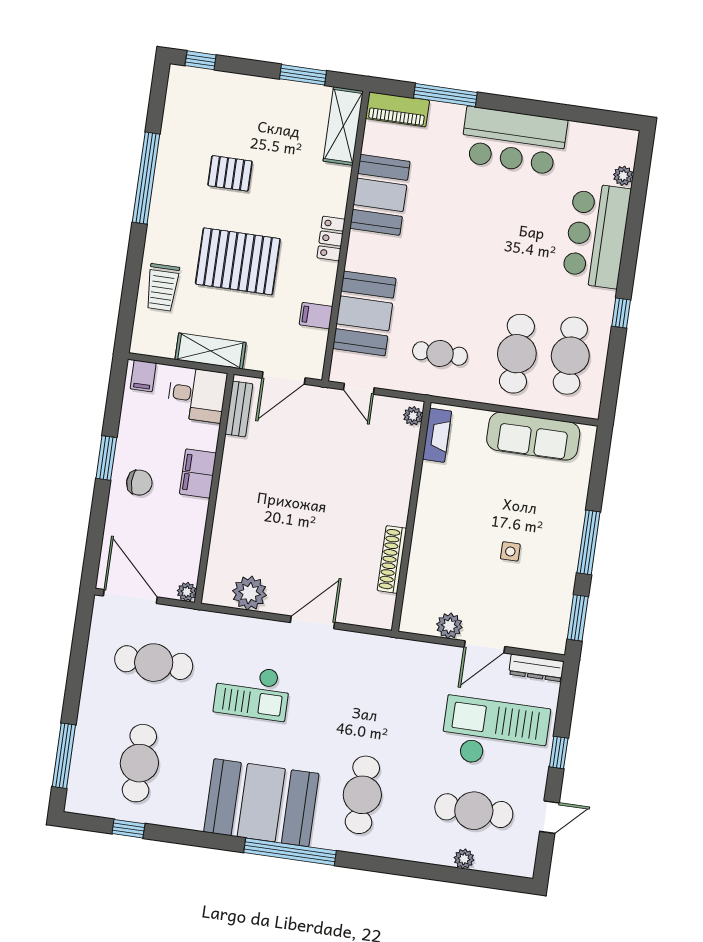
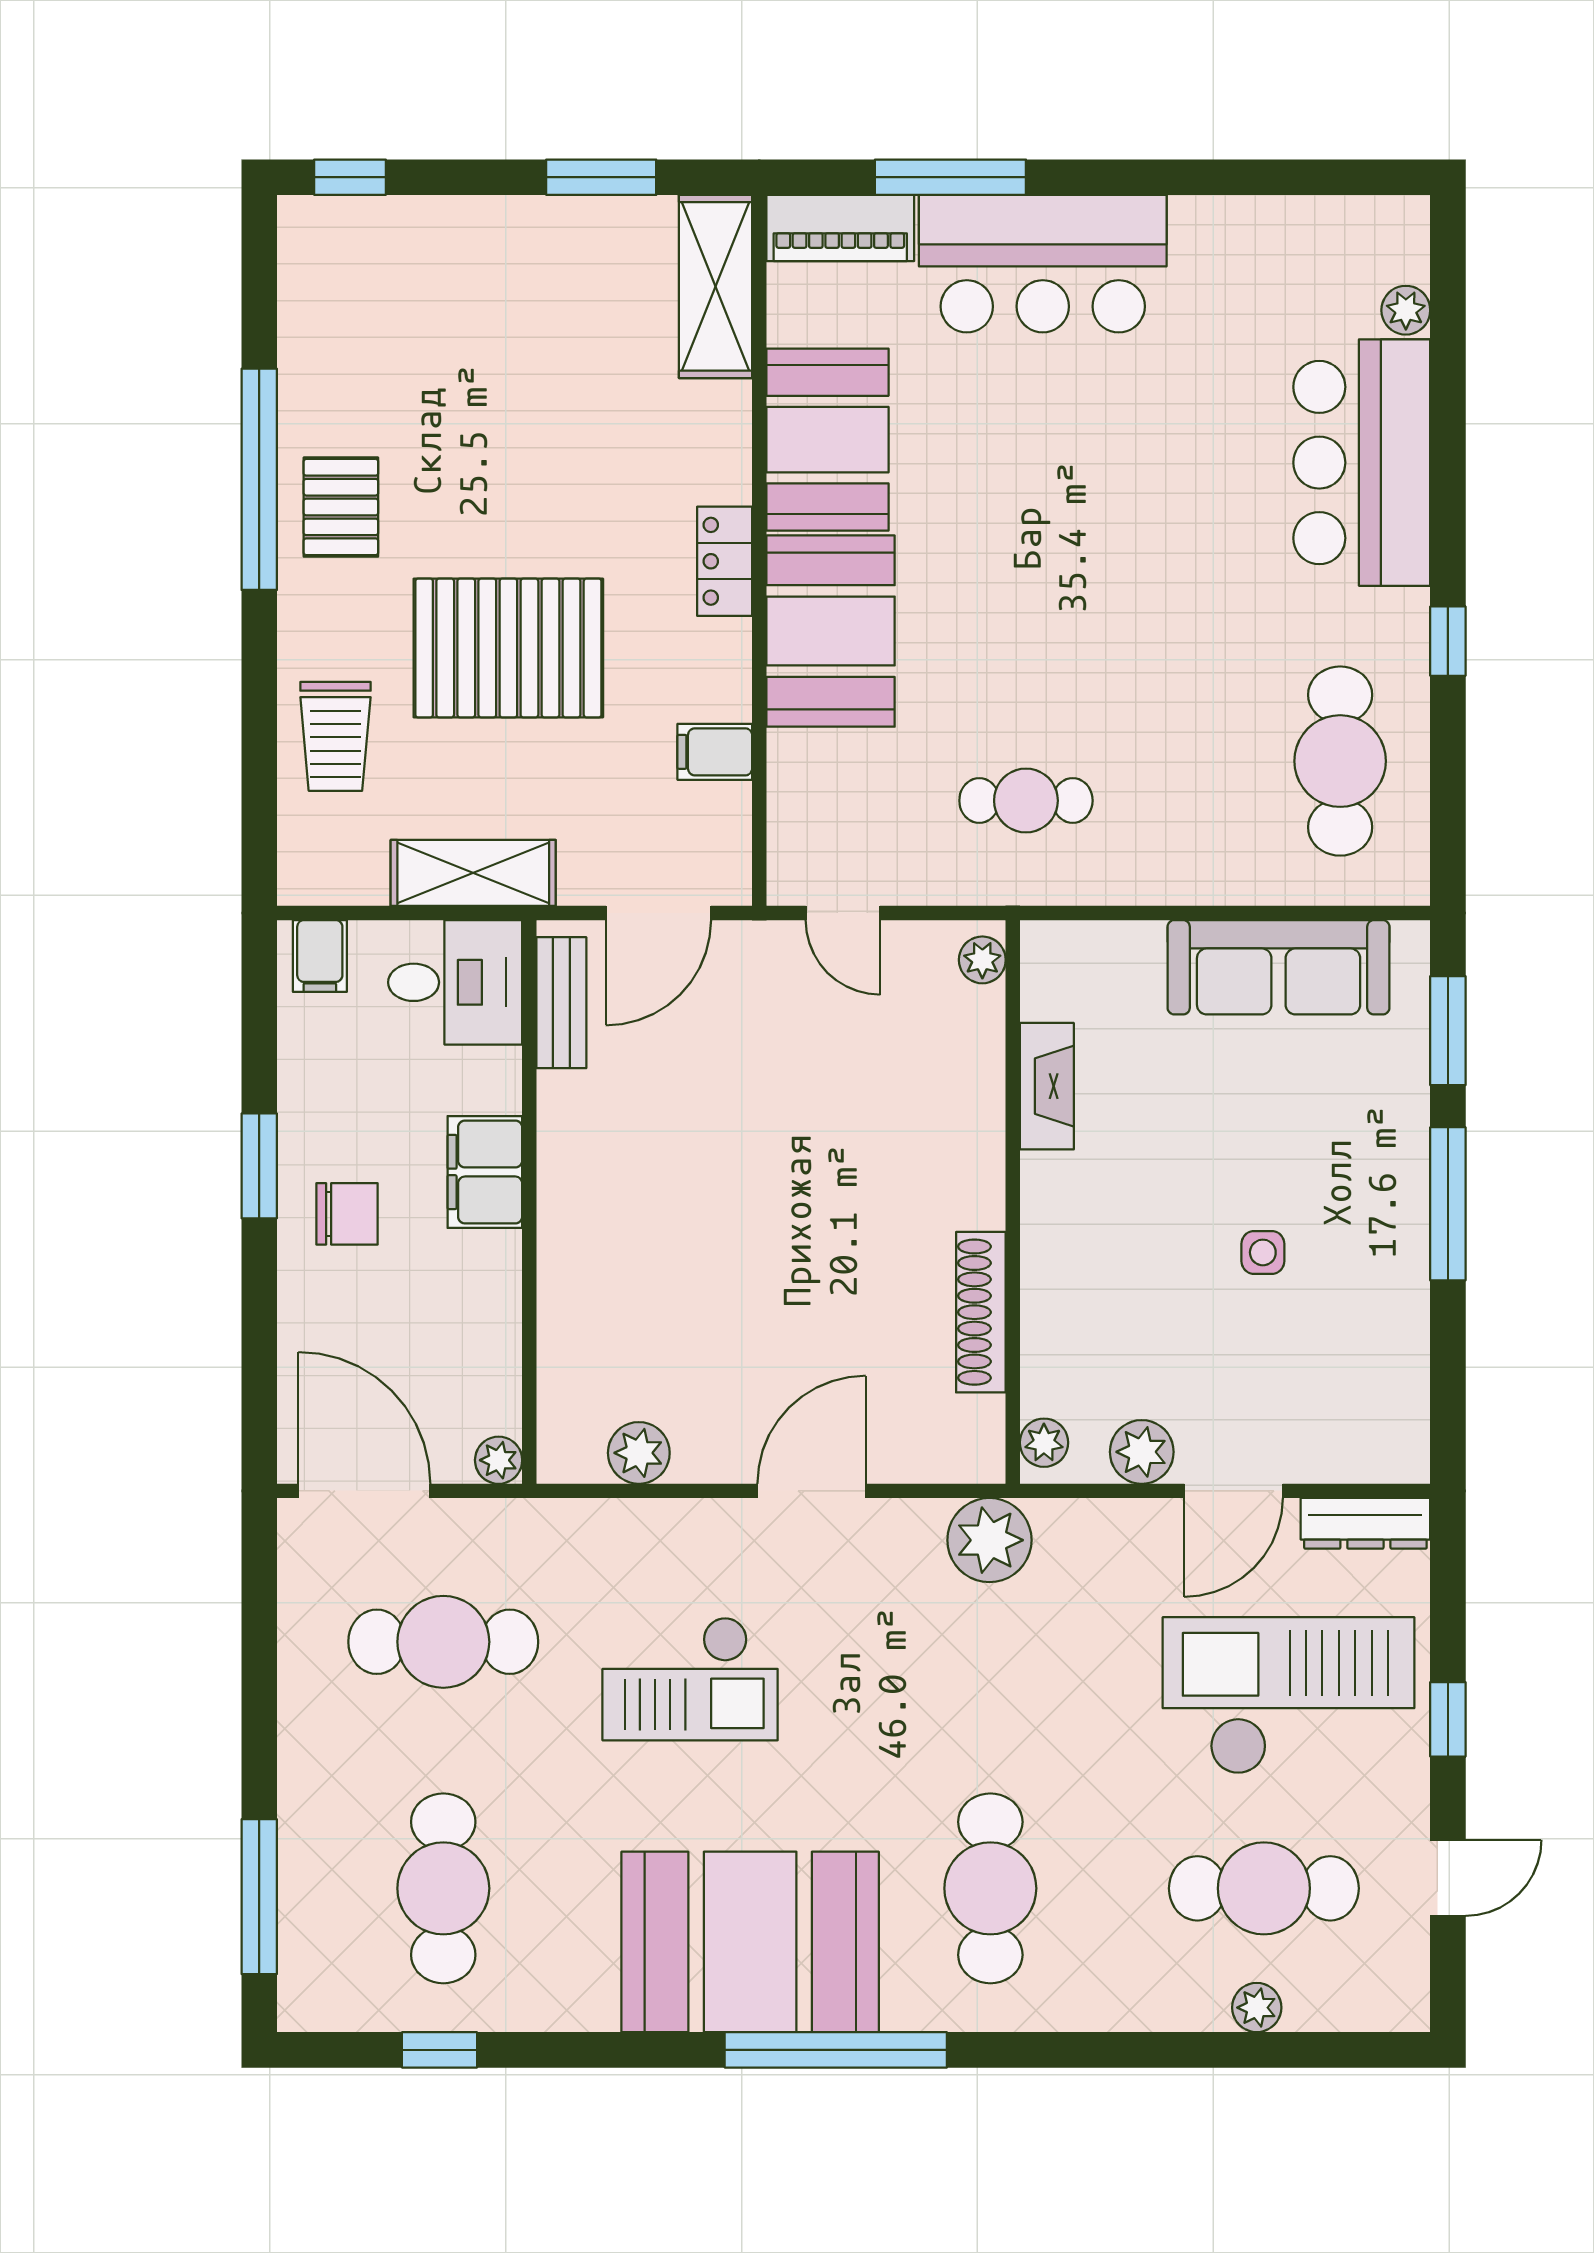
bar counter: (514, 141) -> (1043, 264), moved
pallet: (230, 173) -> (341, 507), moved, turned 90
booth: (364, 313) -> (830, 631), moved
cafe table: (517, 354) -> (1211, 775), removed
fireplace: (437, 435) -> (1047, 1086), moved
plant: (250, 593) -> (639, 1453), width x0.73, depth x0.73
plant: (410, 616) -> (1044, 1443), added
window: (578, 618) -> (1448, 1031), moved
plant: (382, 653) -> (989, 1540), added

